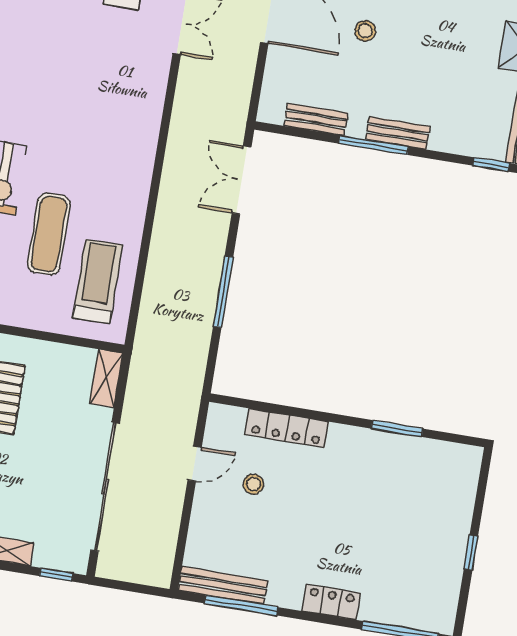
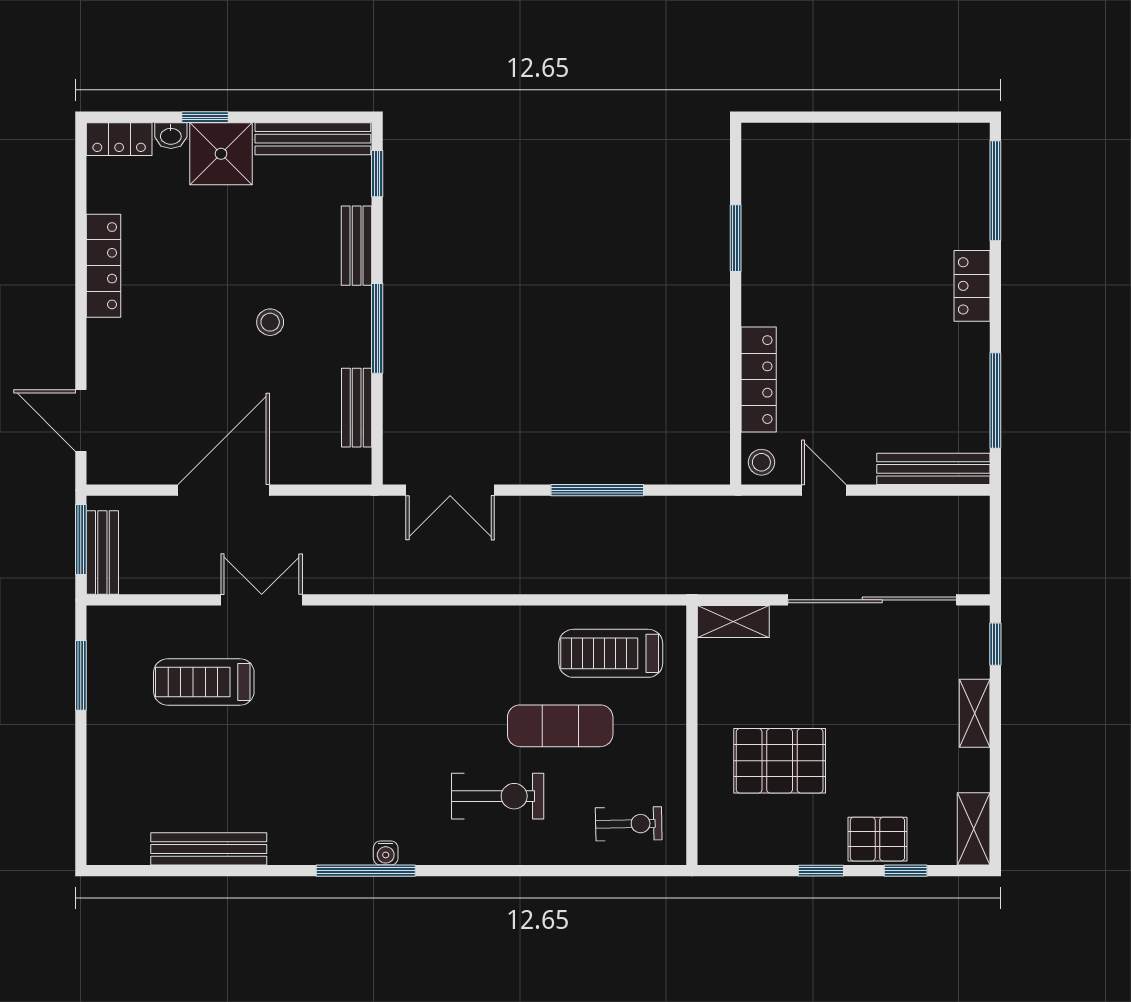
stool: (365, 31) -> (270, 322), moved
bench: (398, 133) -> (357, 246), moved
stool: (254, 484) -> (761, 462), moved
window: (471, 553) -> (879, 117), removed
bench: (223, 586) -> (933, 469), moved, turned 90

